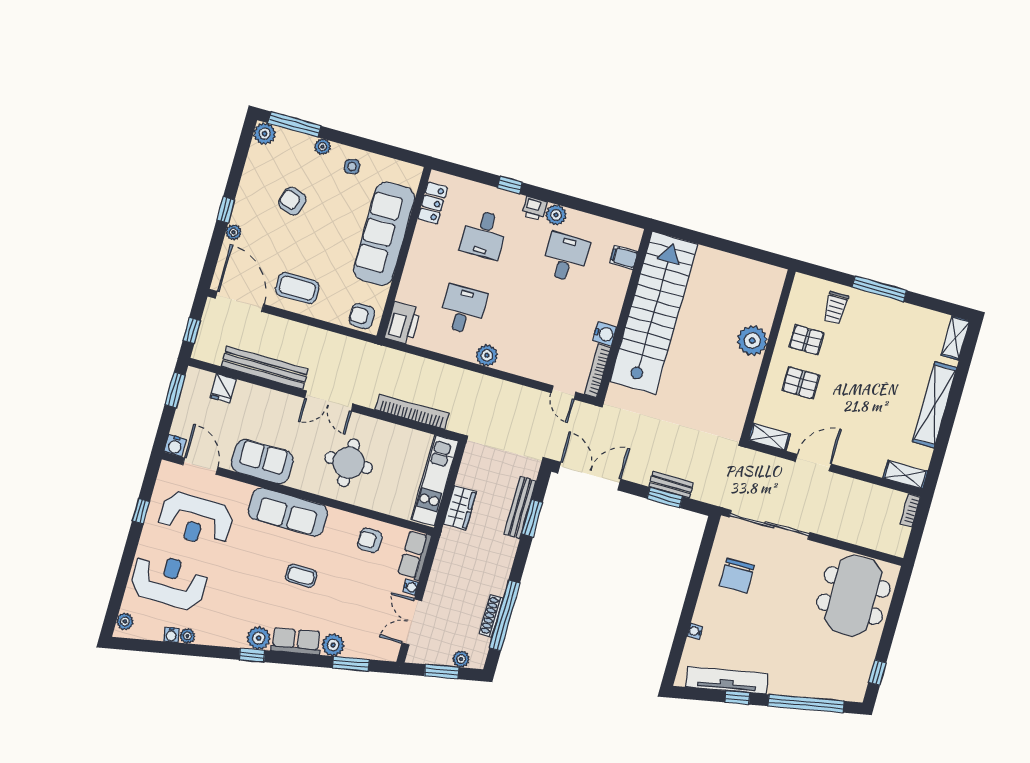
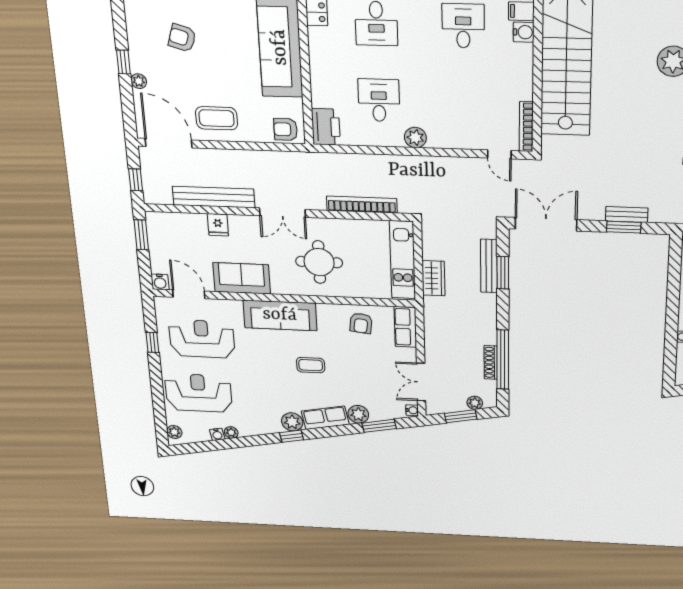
water cooler: (605, 334) -> (524, 32), moved
fridge: (223, 388) -> (218, 225), moved
reception desk: (196, 519) -> (202, 339), turned 180
armchair: (370, 540) -> (361, 323), turned -83
water cooler: (411, 587) -> (412, 410), moved

